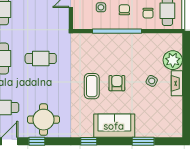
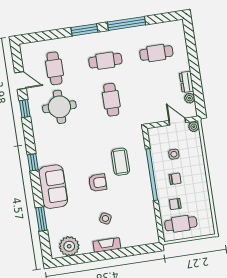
plant: (173, 60) -> (69, 246), moved
coffee table: (92, 86) -> (120, 162), moved, turned 90
round table: (43, 120) -> (59, 107), moved

